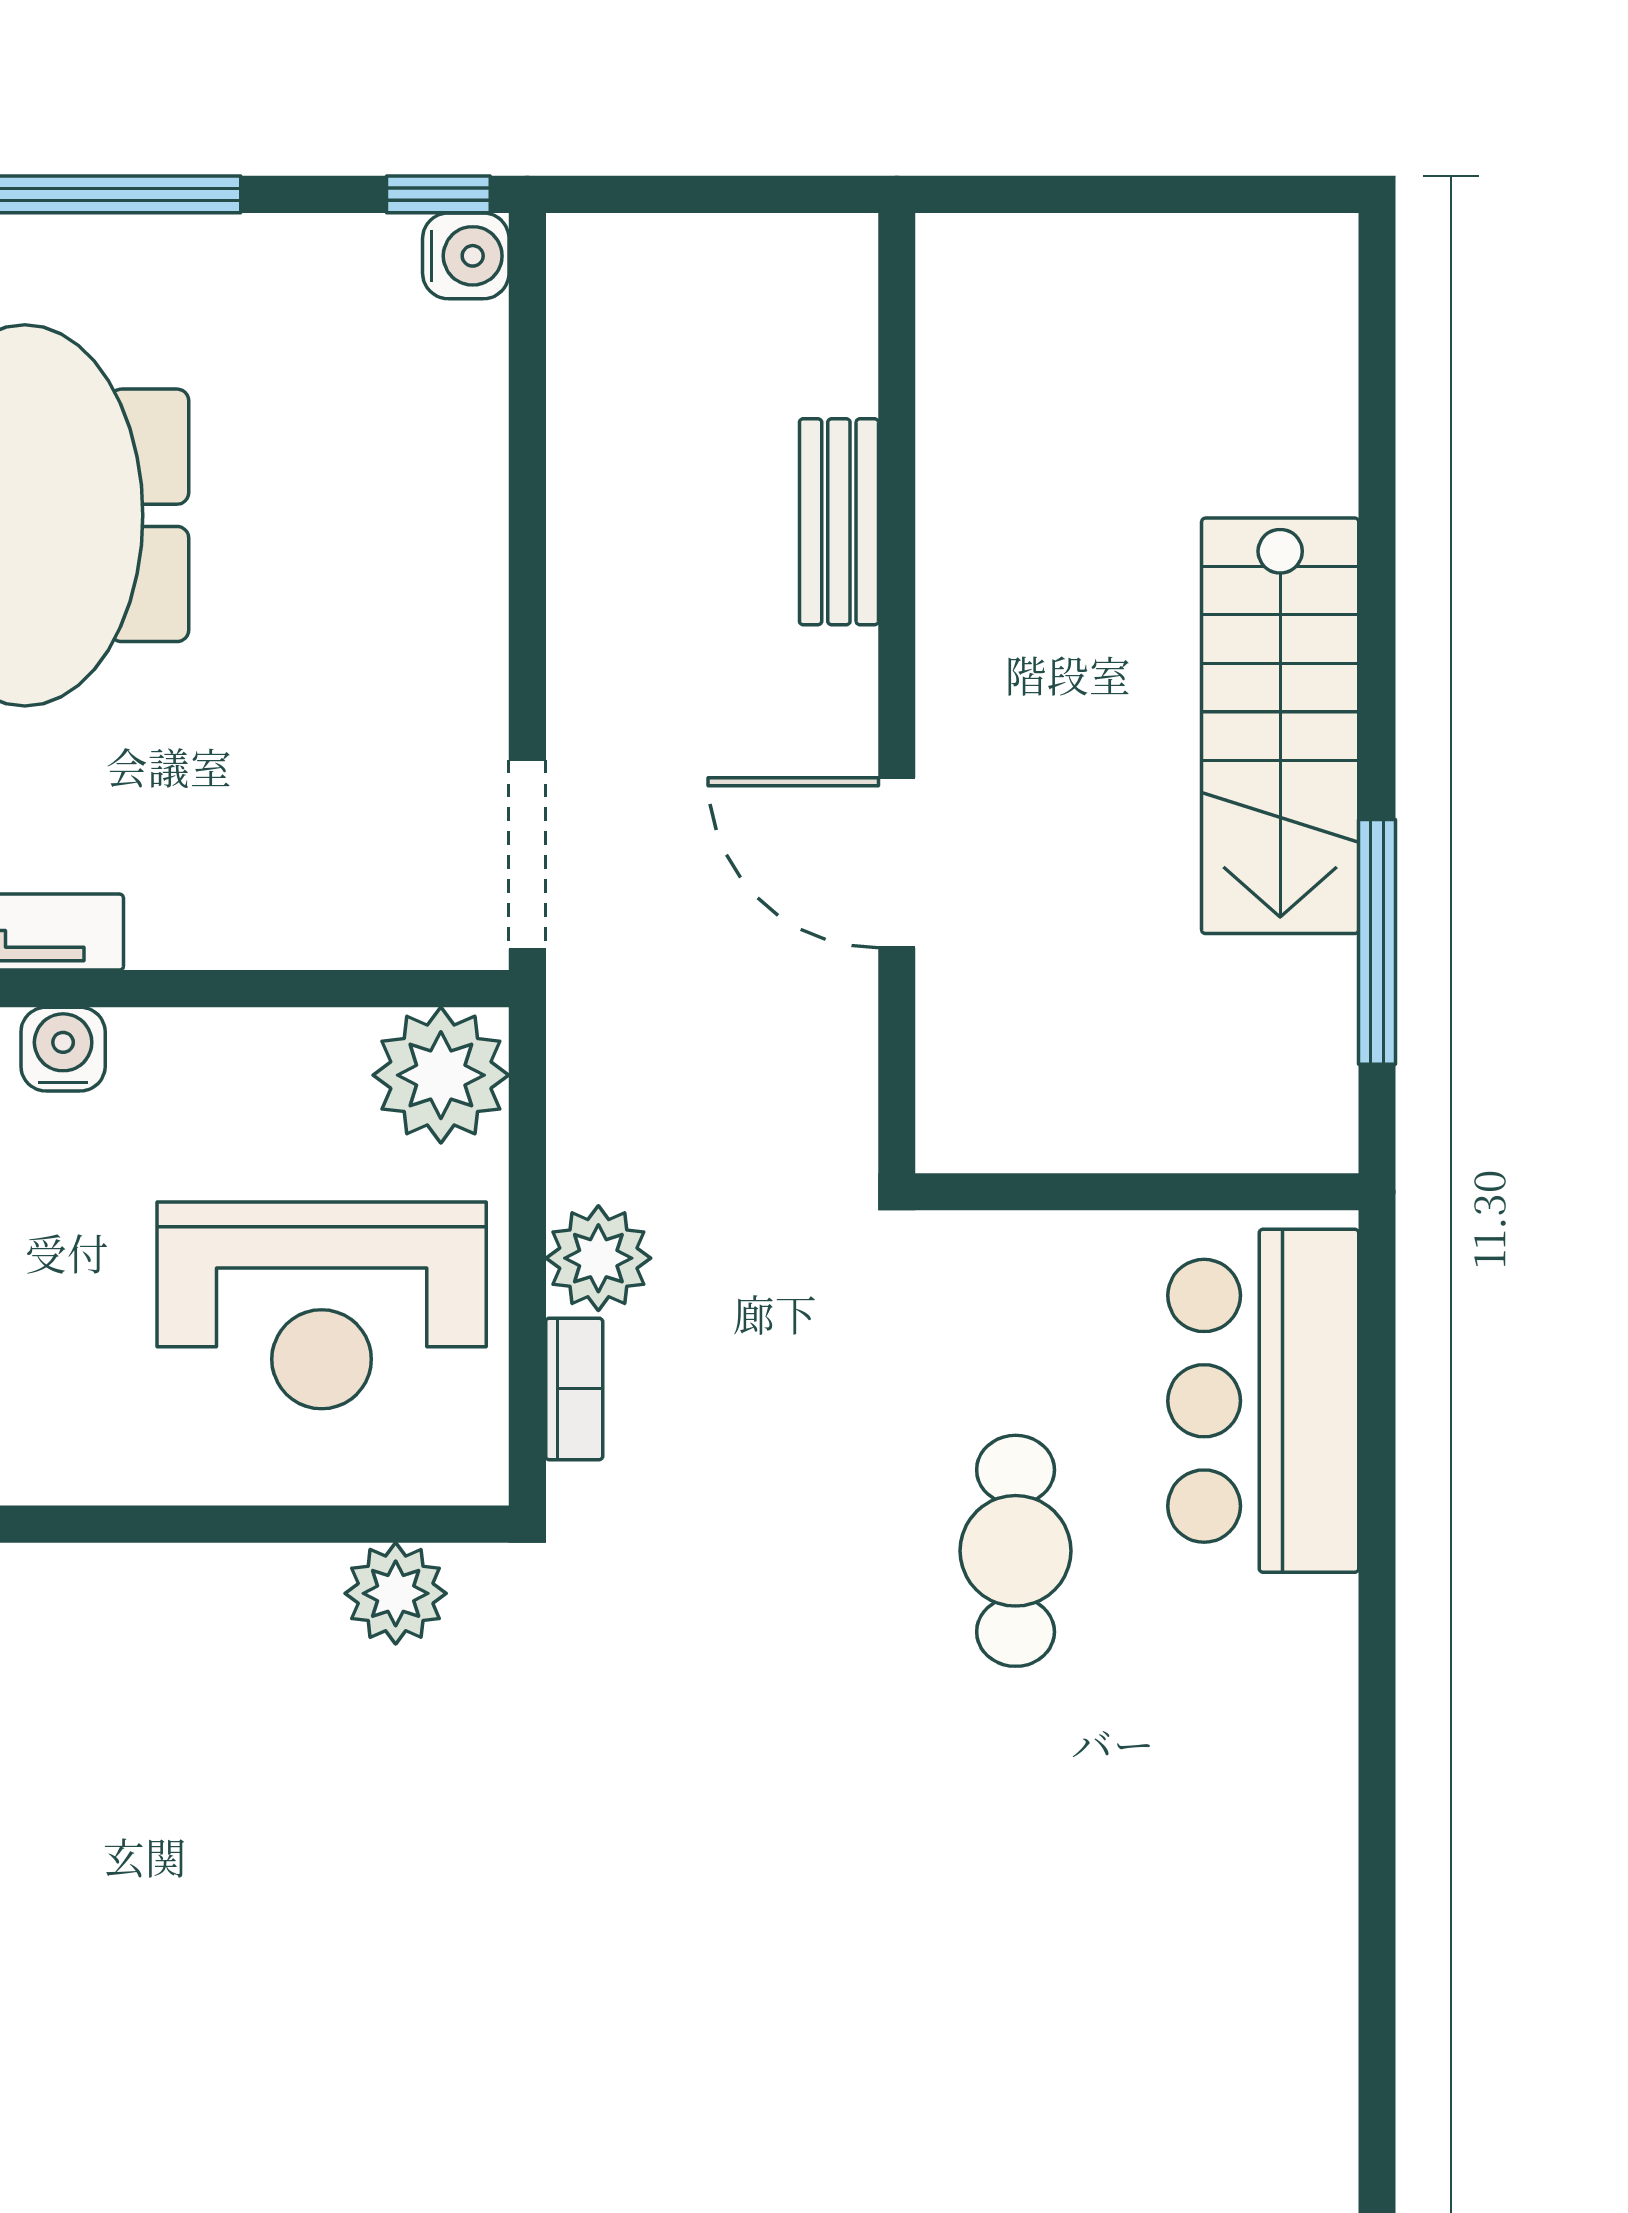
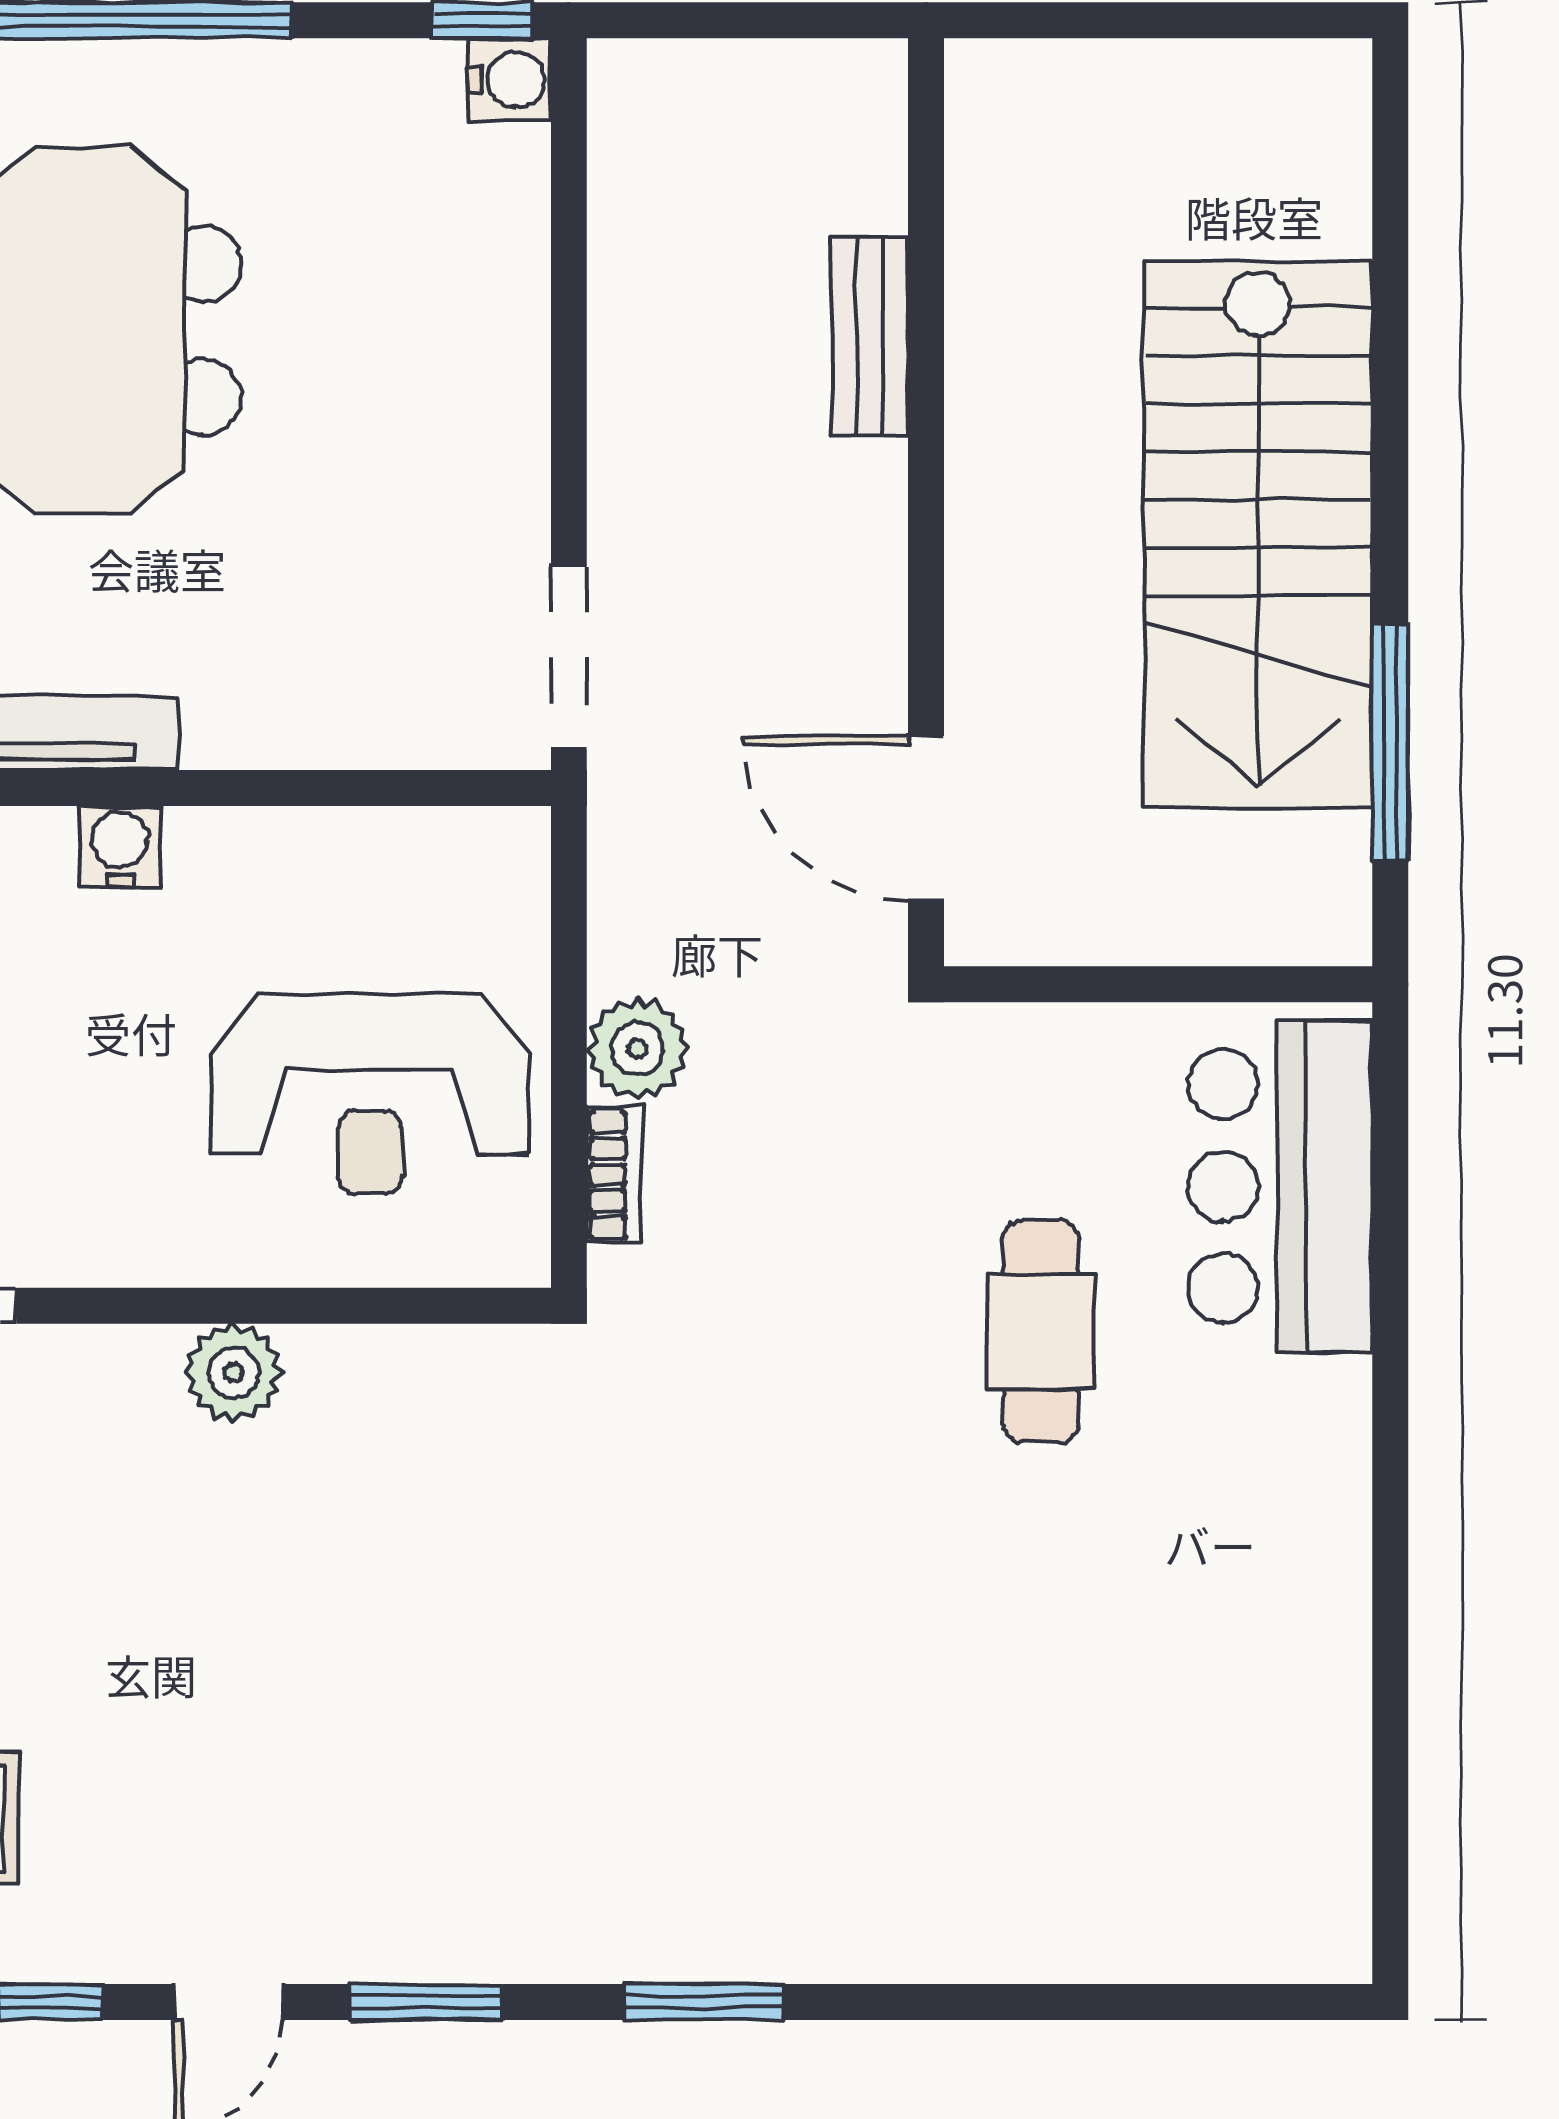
stairs: (1280, 726) -> (1258, 534), width x1.36, depth x1.51
door: (897, 863) -> (926, 818), moved
plant: (441, 1075) -> (485, 872), removed
plant: (396, 1593) -> (234, 1373), moved

